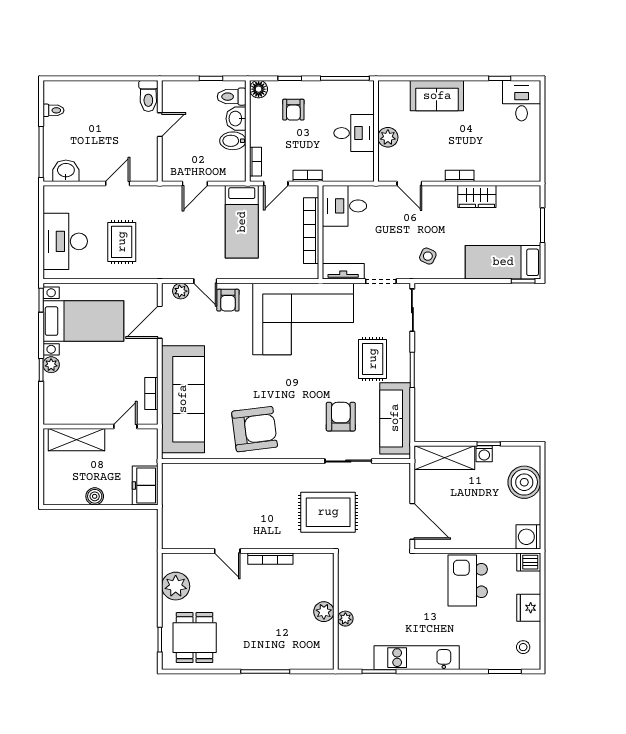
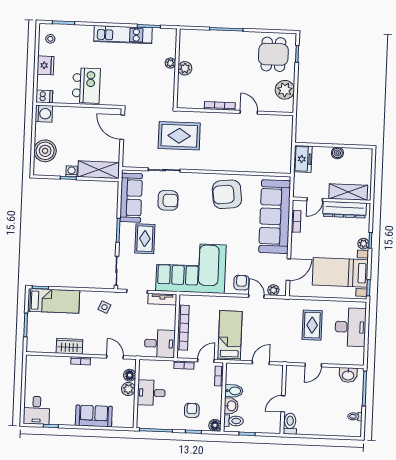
floor lamp: (387, 158) -> (130, 375), added
dresser: (81, 413) -> (345, 210), added
armchair: (341, 417) -> (168, 200), turned -90

